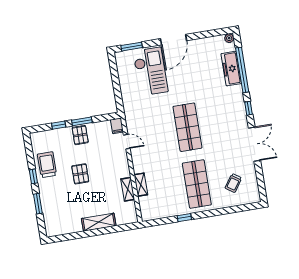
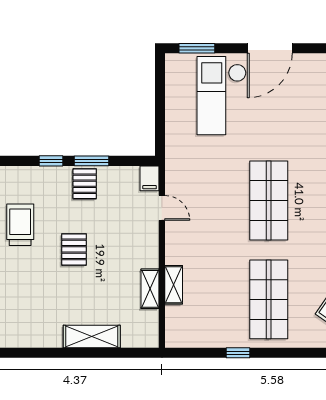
checkout: (150, 71) -> (222, 96), turned 180

